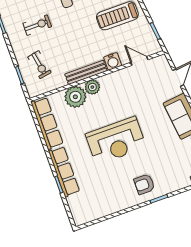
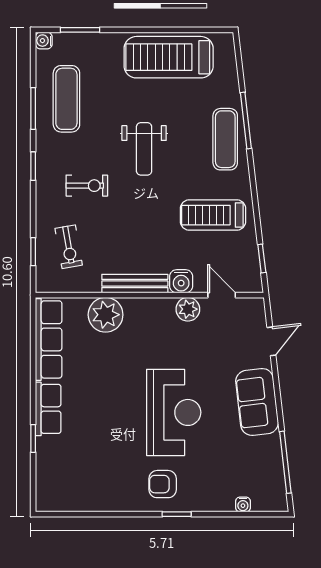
plant: (92, 87) -> (188, 309), moved
reception desk: (116, 141) -> (174, 412), moved, turned -90
row of seats: (64, 172) -> (48, 409), width x0.68

